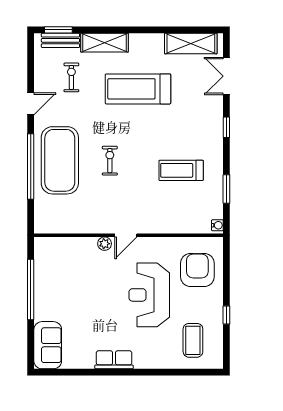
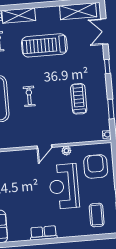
treadmill: (181, 170) -> (79, 99), turned 90
plant: (105, 244) -> (66, 151), moved

